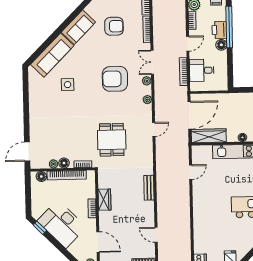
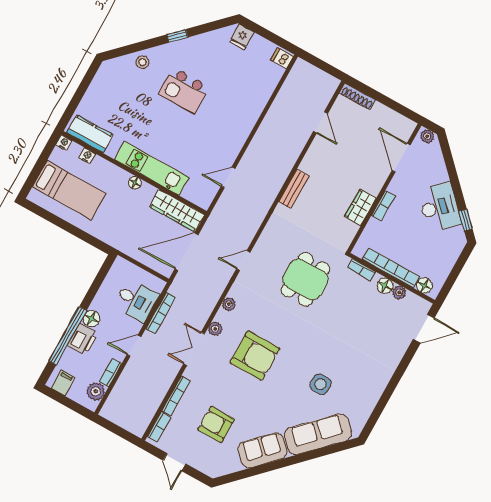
double door: (152, 62) -> (194, 349), swing flipped
desk: (62, 224) -> (439, 207), width x0.73, depth x0.77

